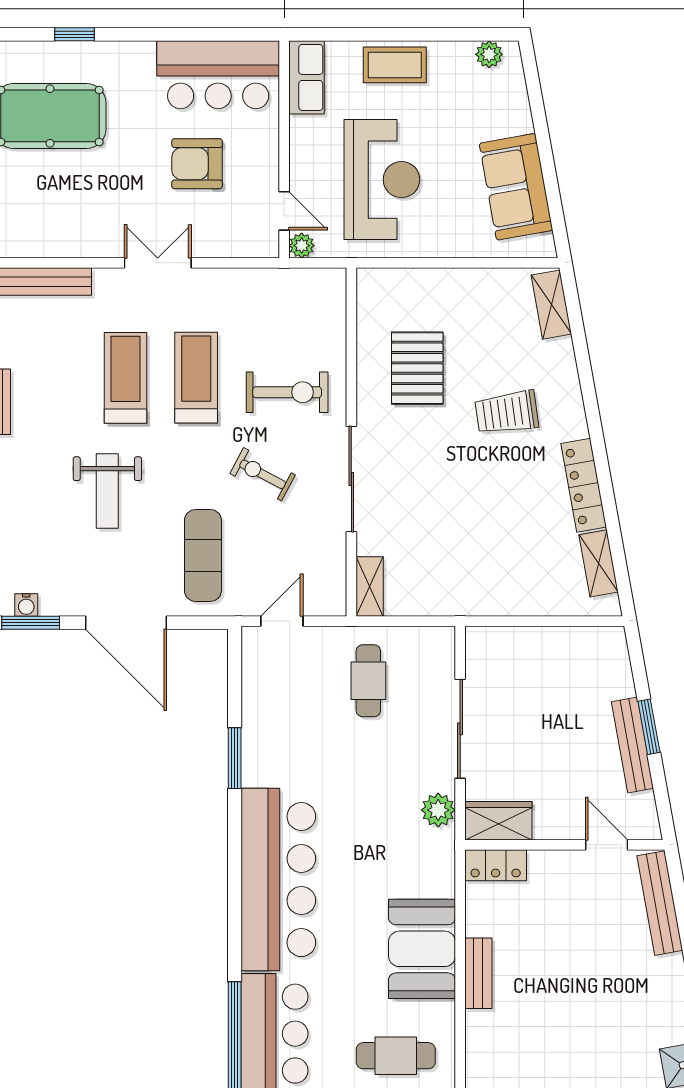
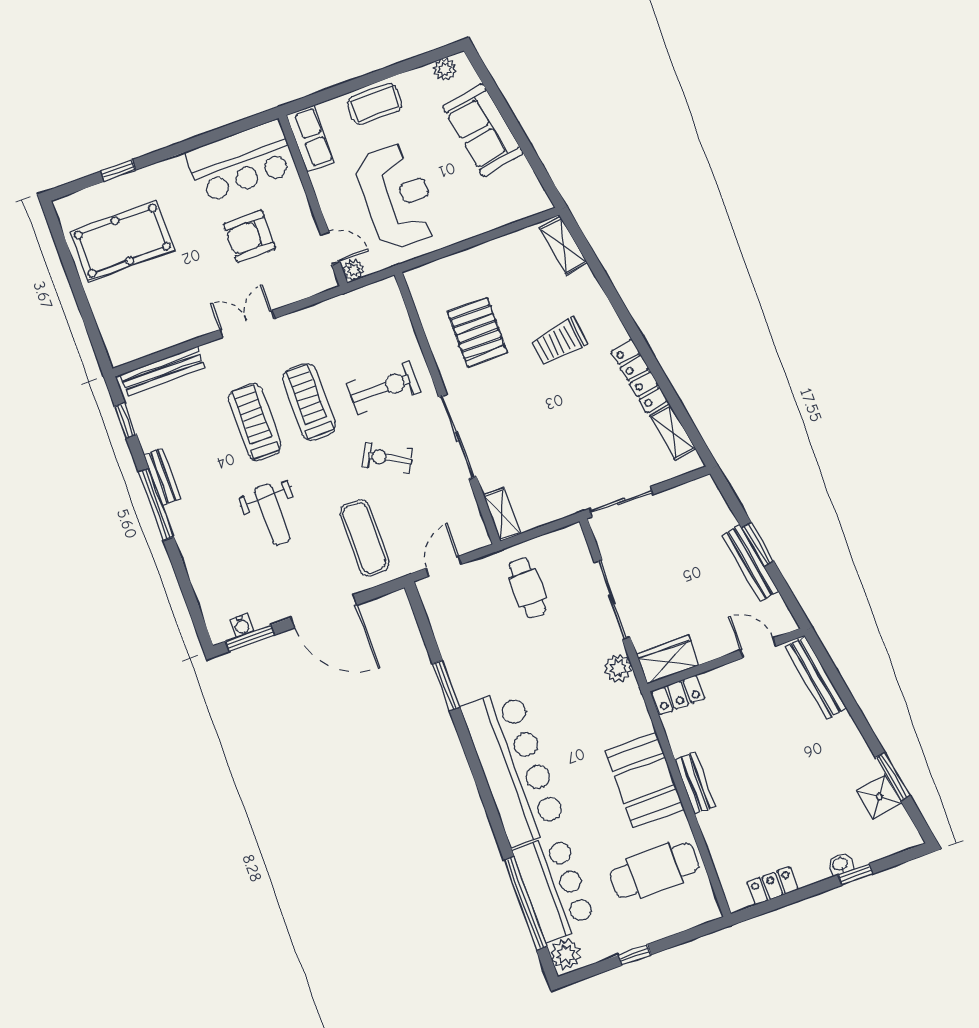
sofa: (516, 187) -> (483, 130), moved
sliding door: (511, 621) -> (621, 502), added
cafe table: (396, 1056) -> (654, 870), width x1.37, depth x1.35

